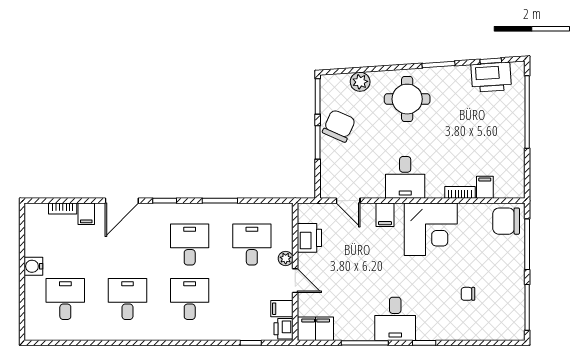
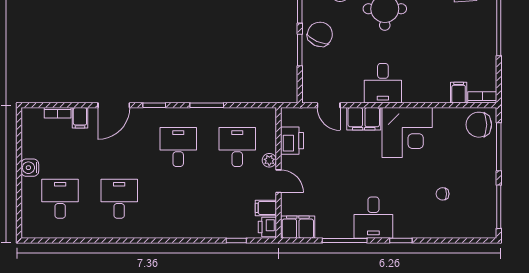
bookcase: (460, 192) -> (482, 97), moved
filing cabinet: (385, 215) -> (364, 119), width x2.00
desk: (190, 299) -> (178, 199), removed

